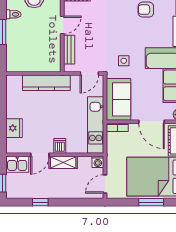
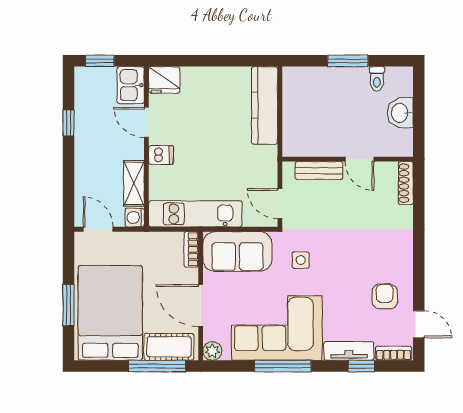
kitchen counter: (46, 83) -> (265, 105), moved
door: (151, 122) -> (201, 306), hinge flipped
fridge: (14, 128) -> (164, 80), moved
shelving: (63, 162) -> (134, 183), moved

